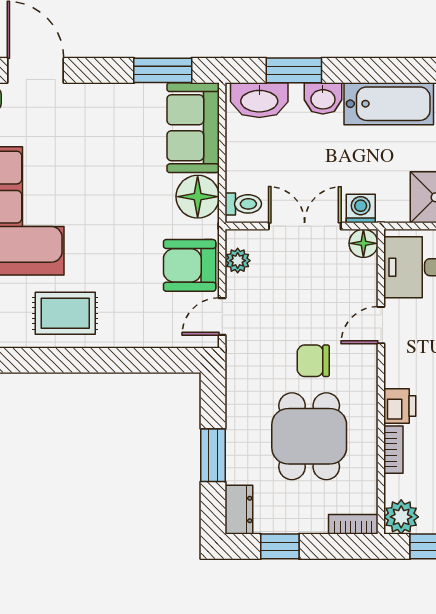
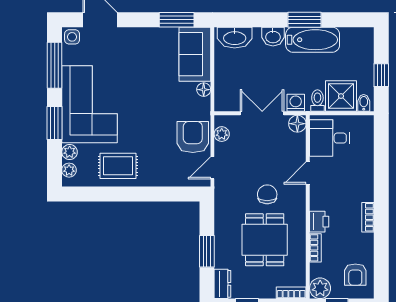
window: (294, 70) -> (305, 20), moved
floor lamp: (198, 197) -> (204, 90), width x0.53, depth x0.53
toilet: (243, 204) -> (317, 101), moved, turned -90
armchair: (190, 265) -> (193, 137), turned 90
chair: (313, 361) -> (267, 194), turned 90

